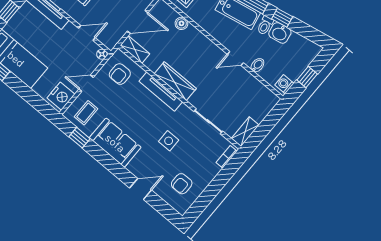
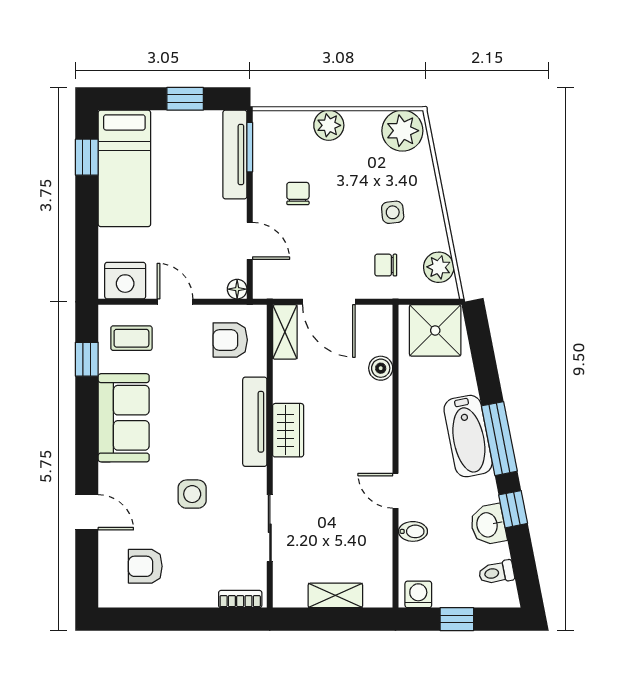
toilet: (265, 25) -> (496, 573), moved
wardrobe: (175, 81) -> (288, 430), width x0.67
shelving: (245, 132) -> (335, 595), moved

